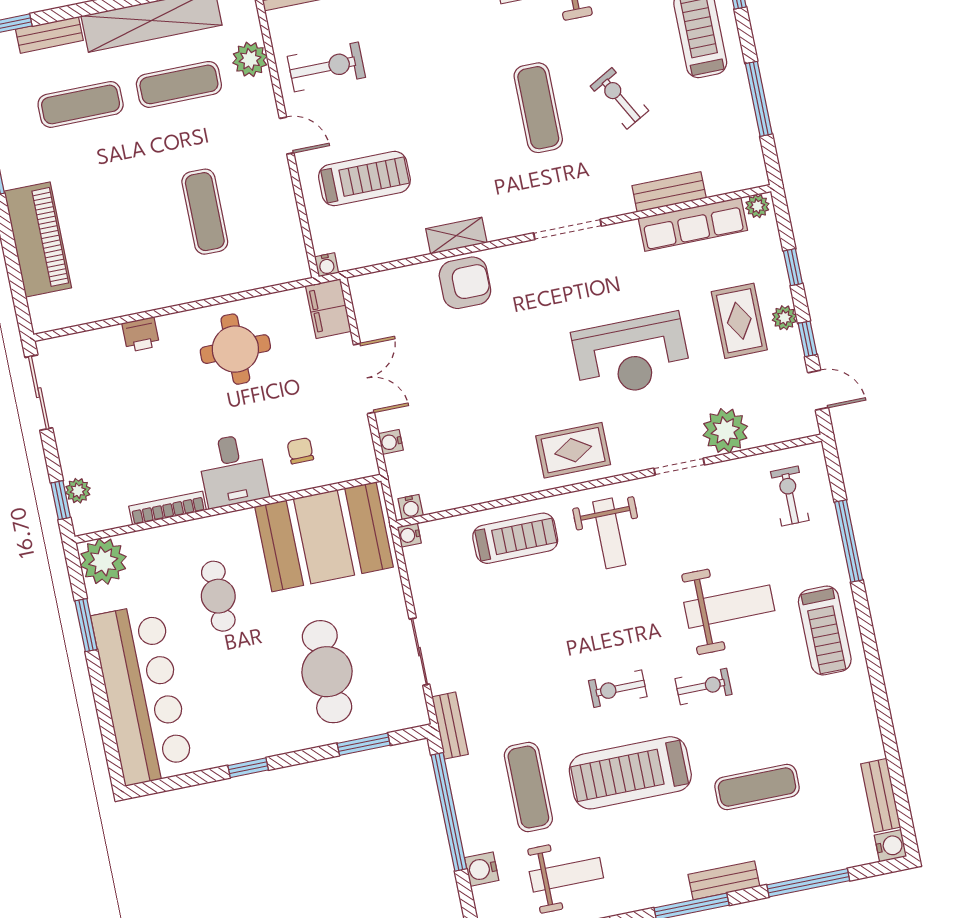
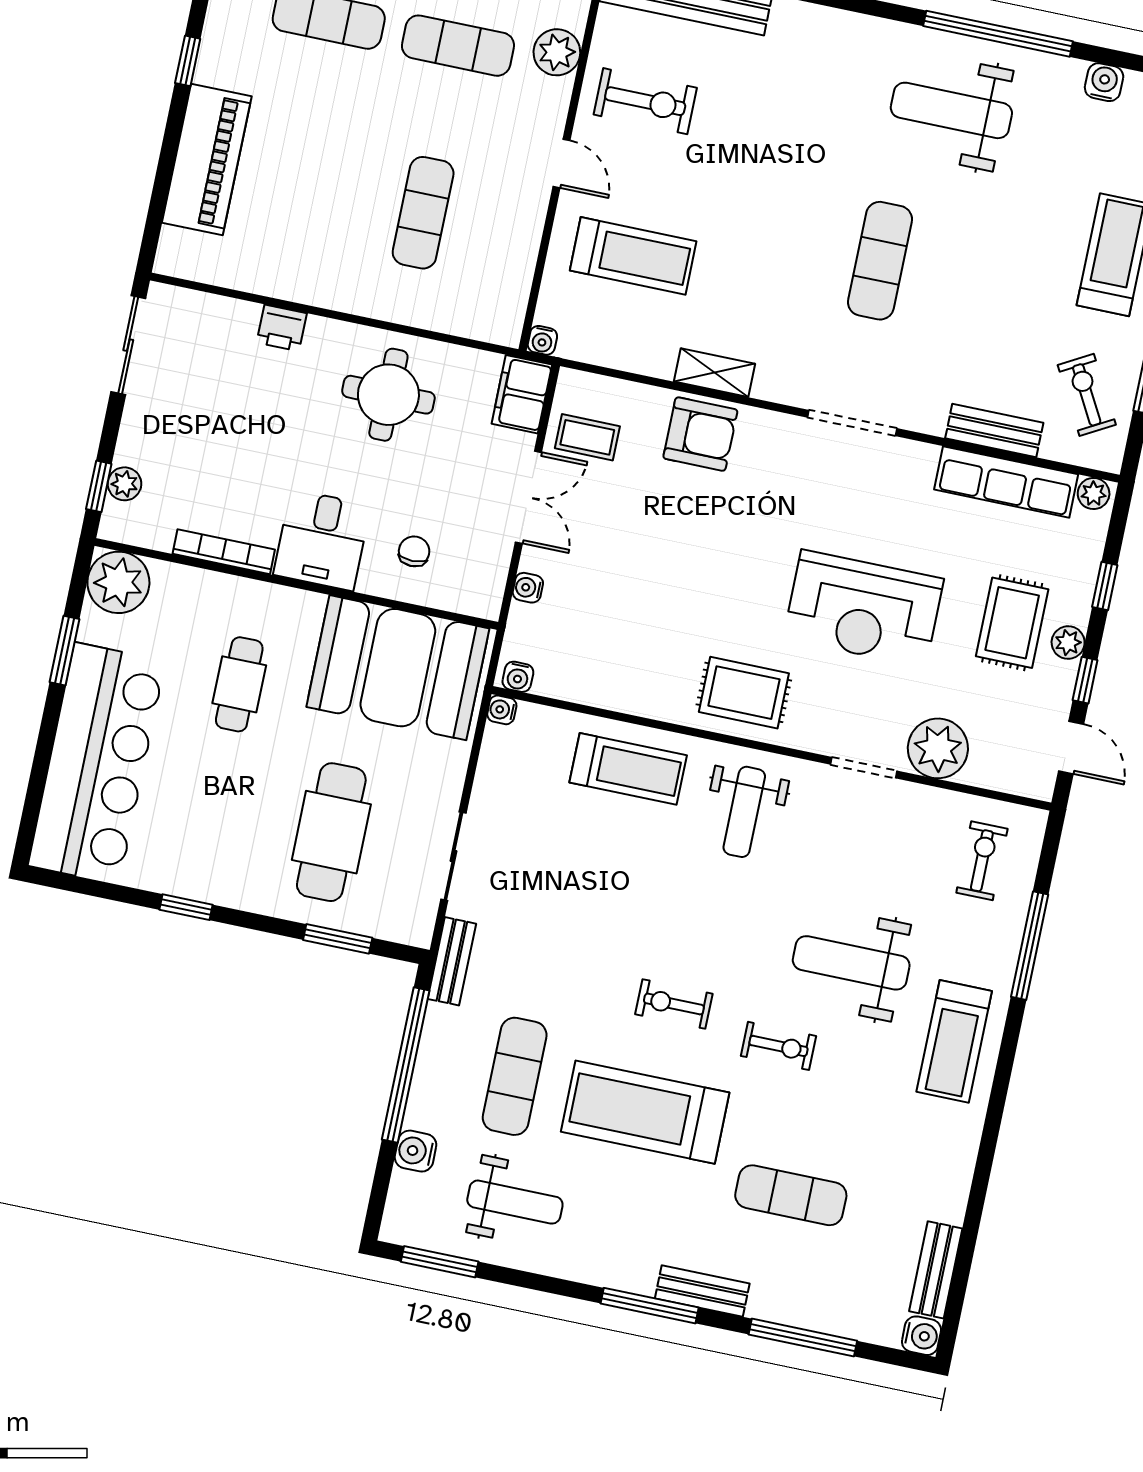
exercise bike: (619, 98) -> (1087, 395), moved
coffee table: (387, 319) -> (587, 437), added
weight bench: (729, 607) -> (851, 963), turned 180

